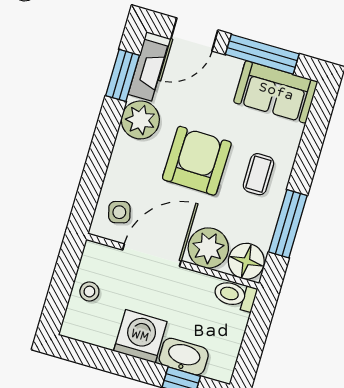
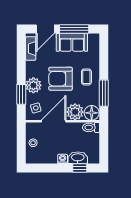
window: (123, 75) -> (21, 94), moved
sofa: (276, 92) -> (72, 42), moved
plant: (140, 120) -> (33, 85), moved
armchair: (197, 161) -> (61, 79), turned -91
washing machine: (140, 336) -> (63, 159), width x0.53, depth x0.53

